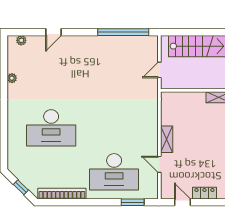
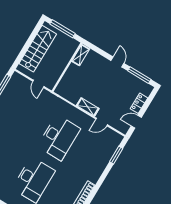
desk: (114, 172) -> (59, 138), moved

